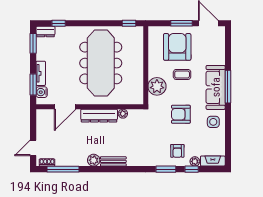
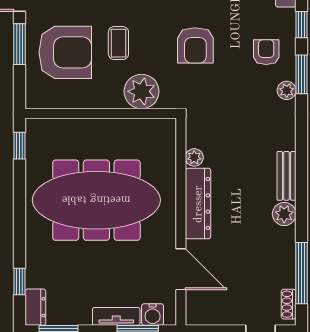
armchair: (177, 47) -> (65, 52), turned 180
armchair: (177, 151) -> (266, 52), turned -90
plant: (195, 161) -> (287, 90), moved

